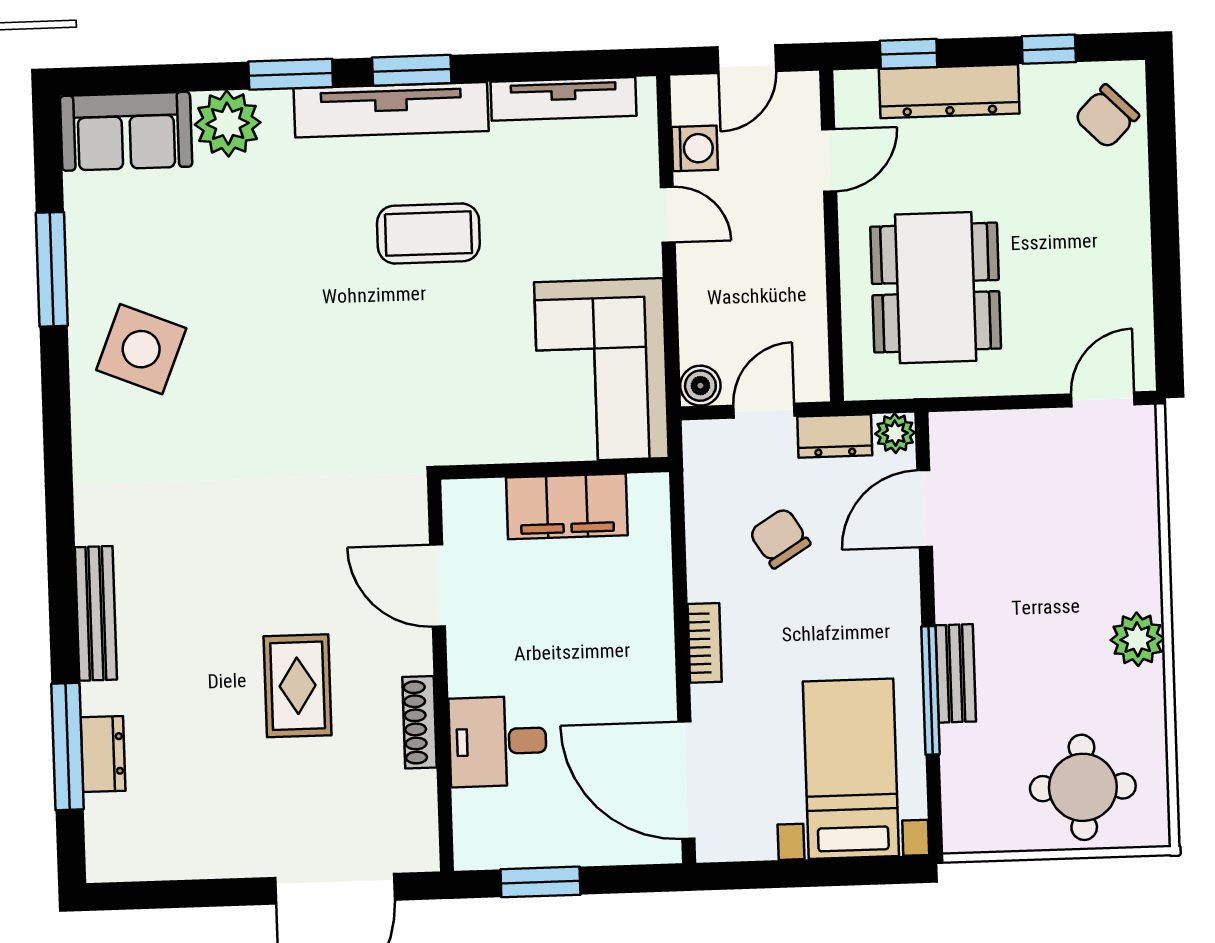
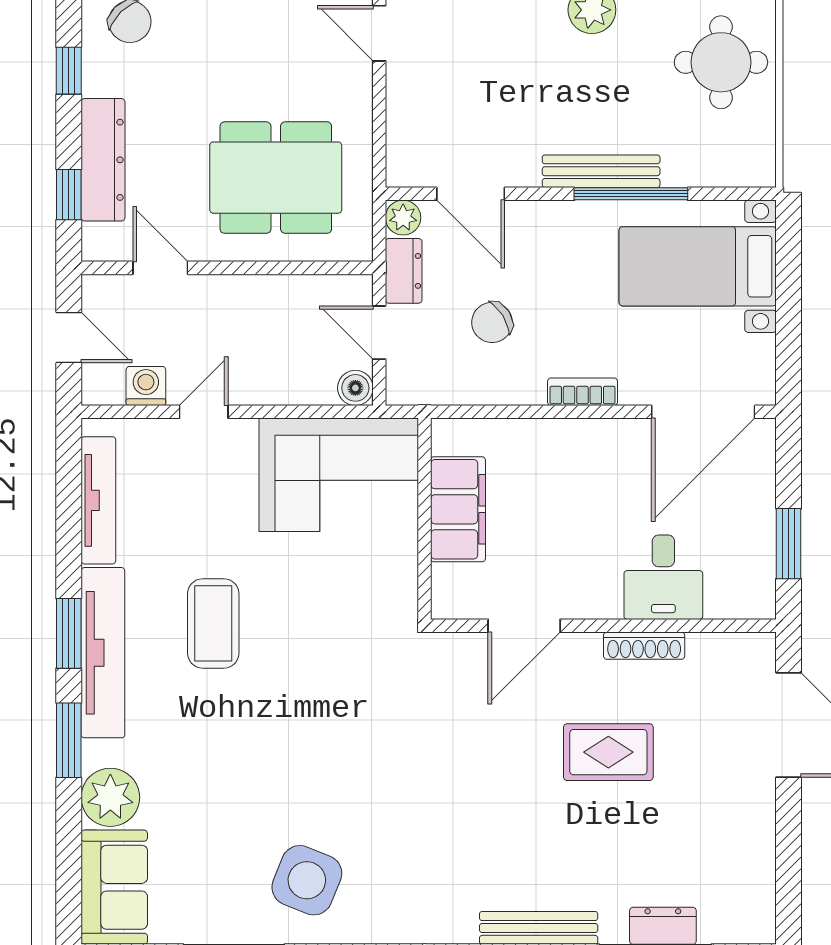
bench: (956, 673) -> (601, 171), width x1.36

